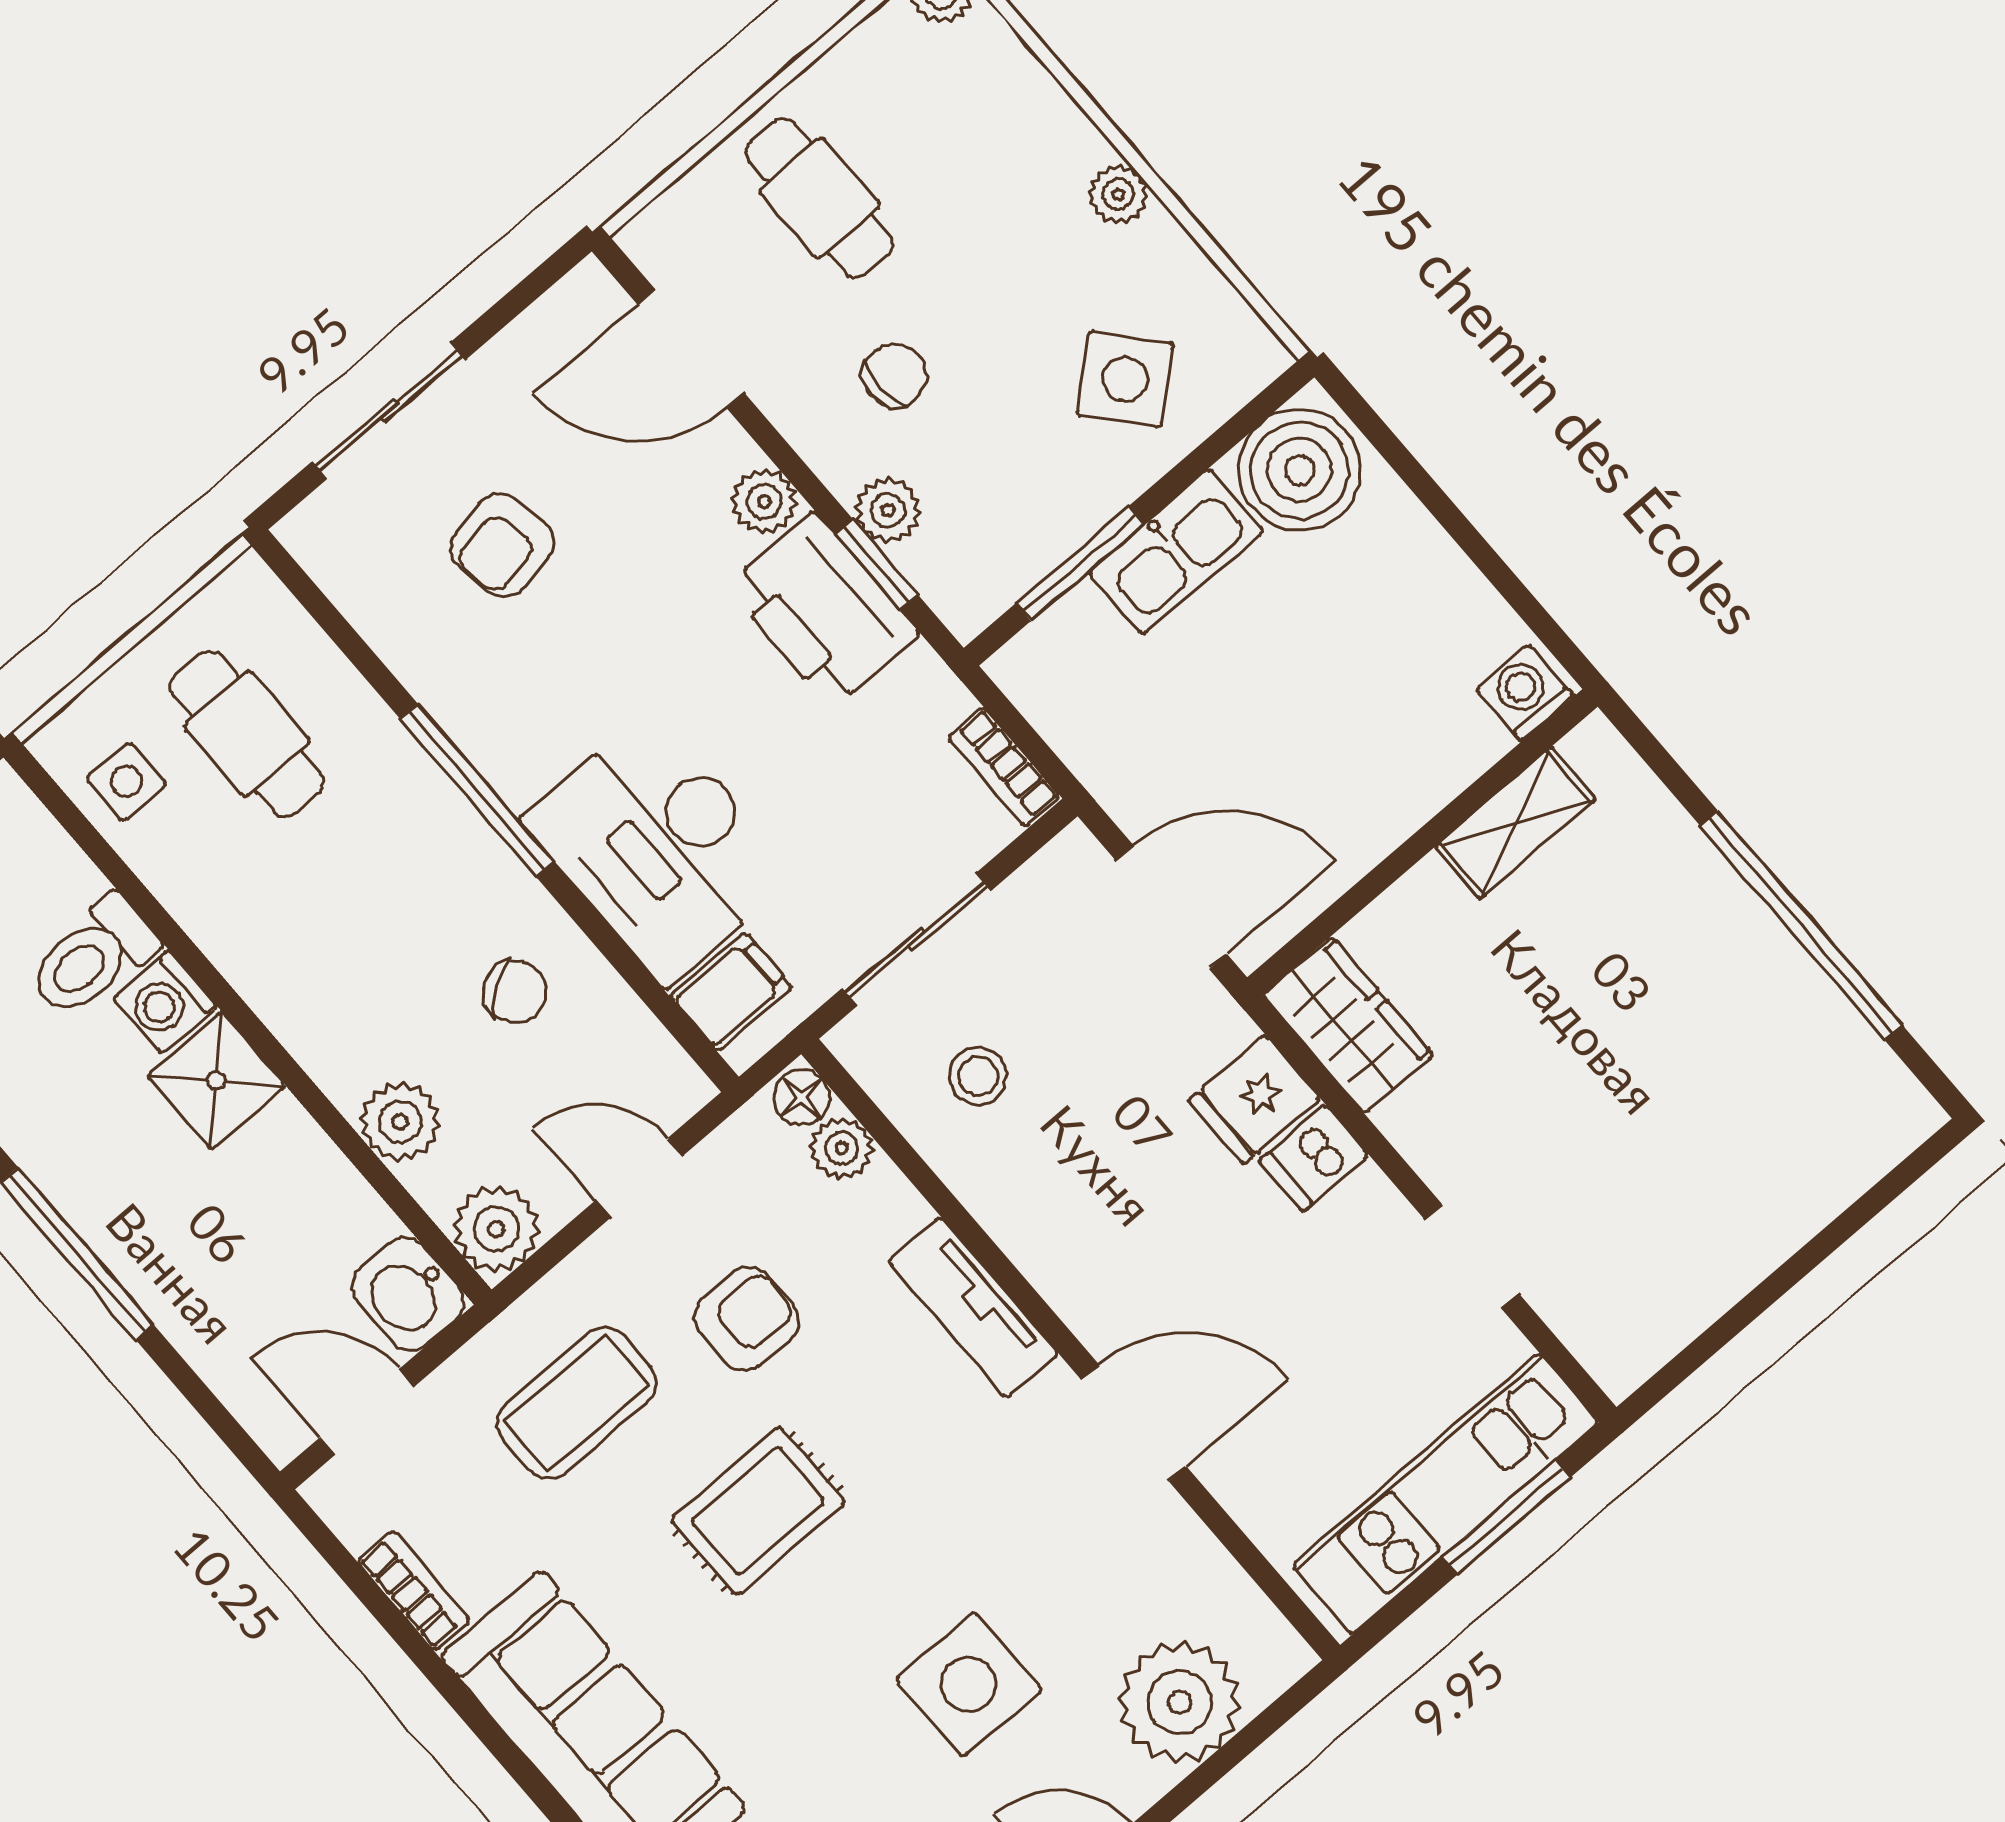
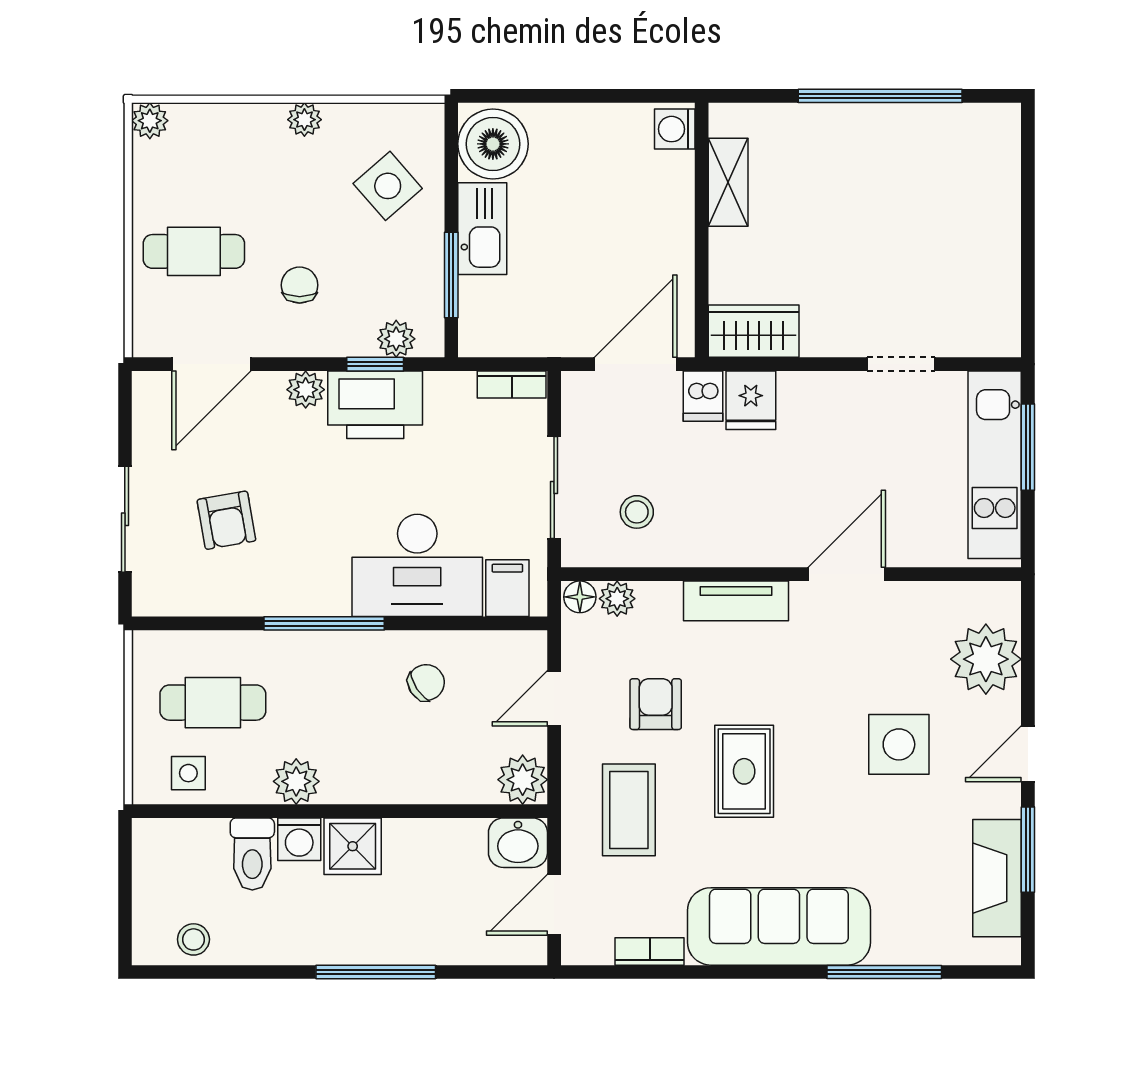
plant: (888, 510) -> (396, 339), moved
plant: (400, 1122) -> (296, 781), moved
dishwasher: (1314, 1158) -> (703, 396), moved

